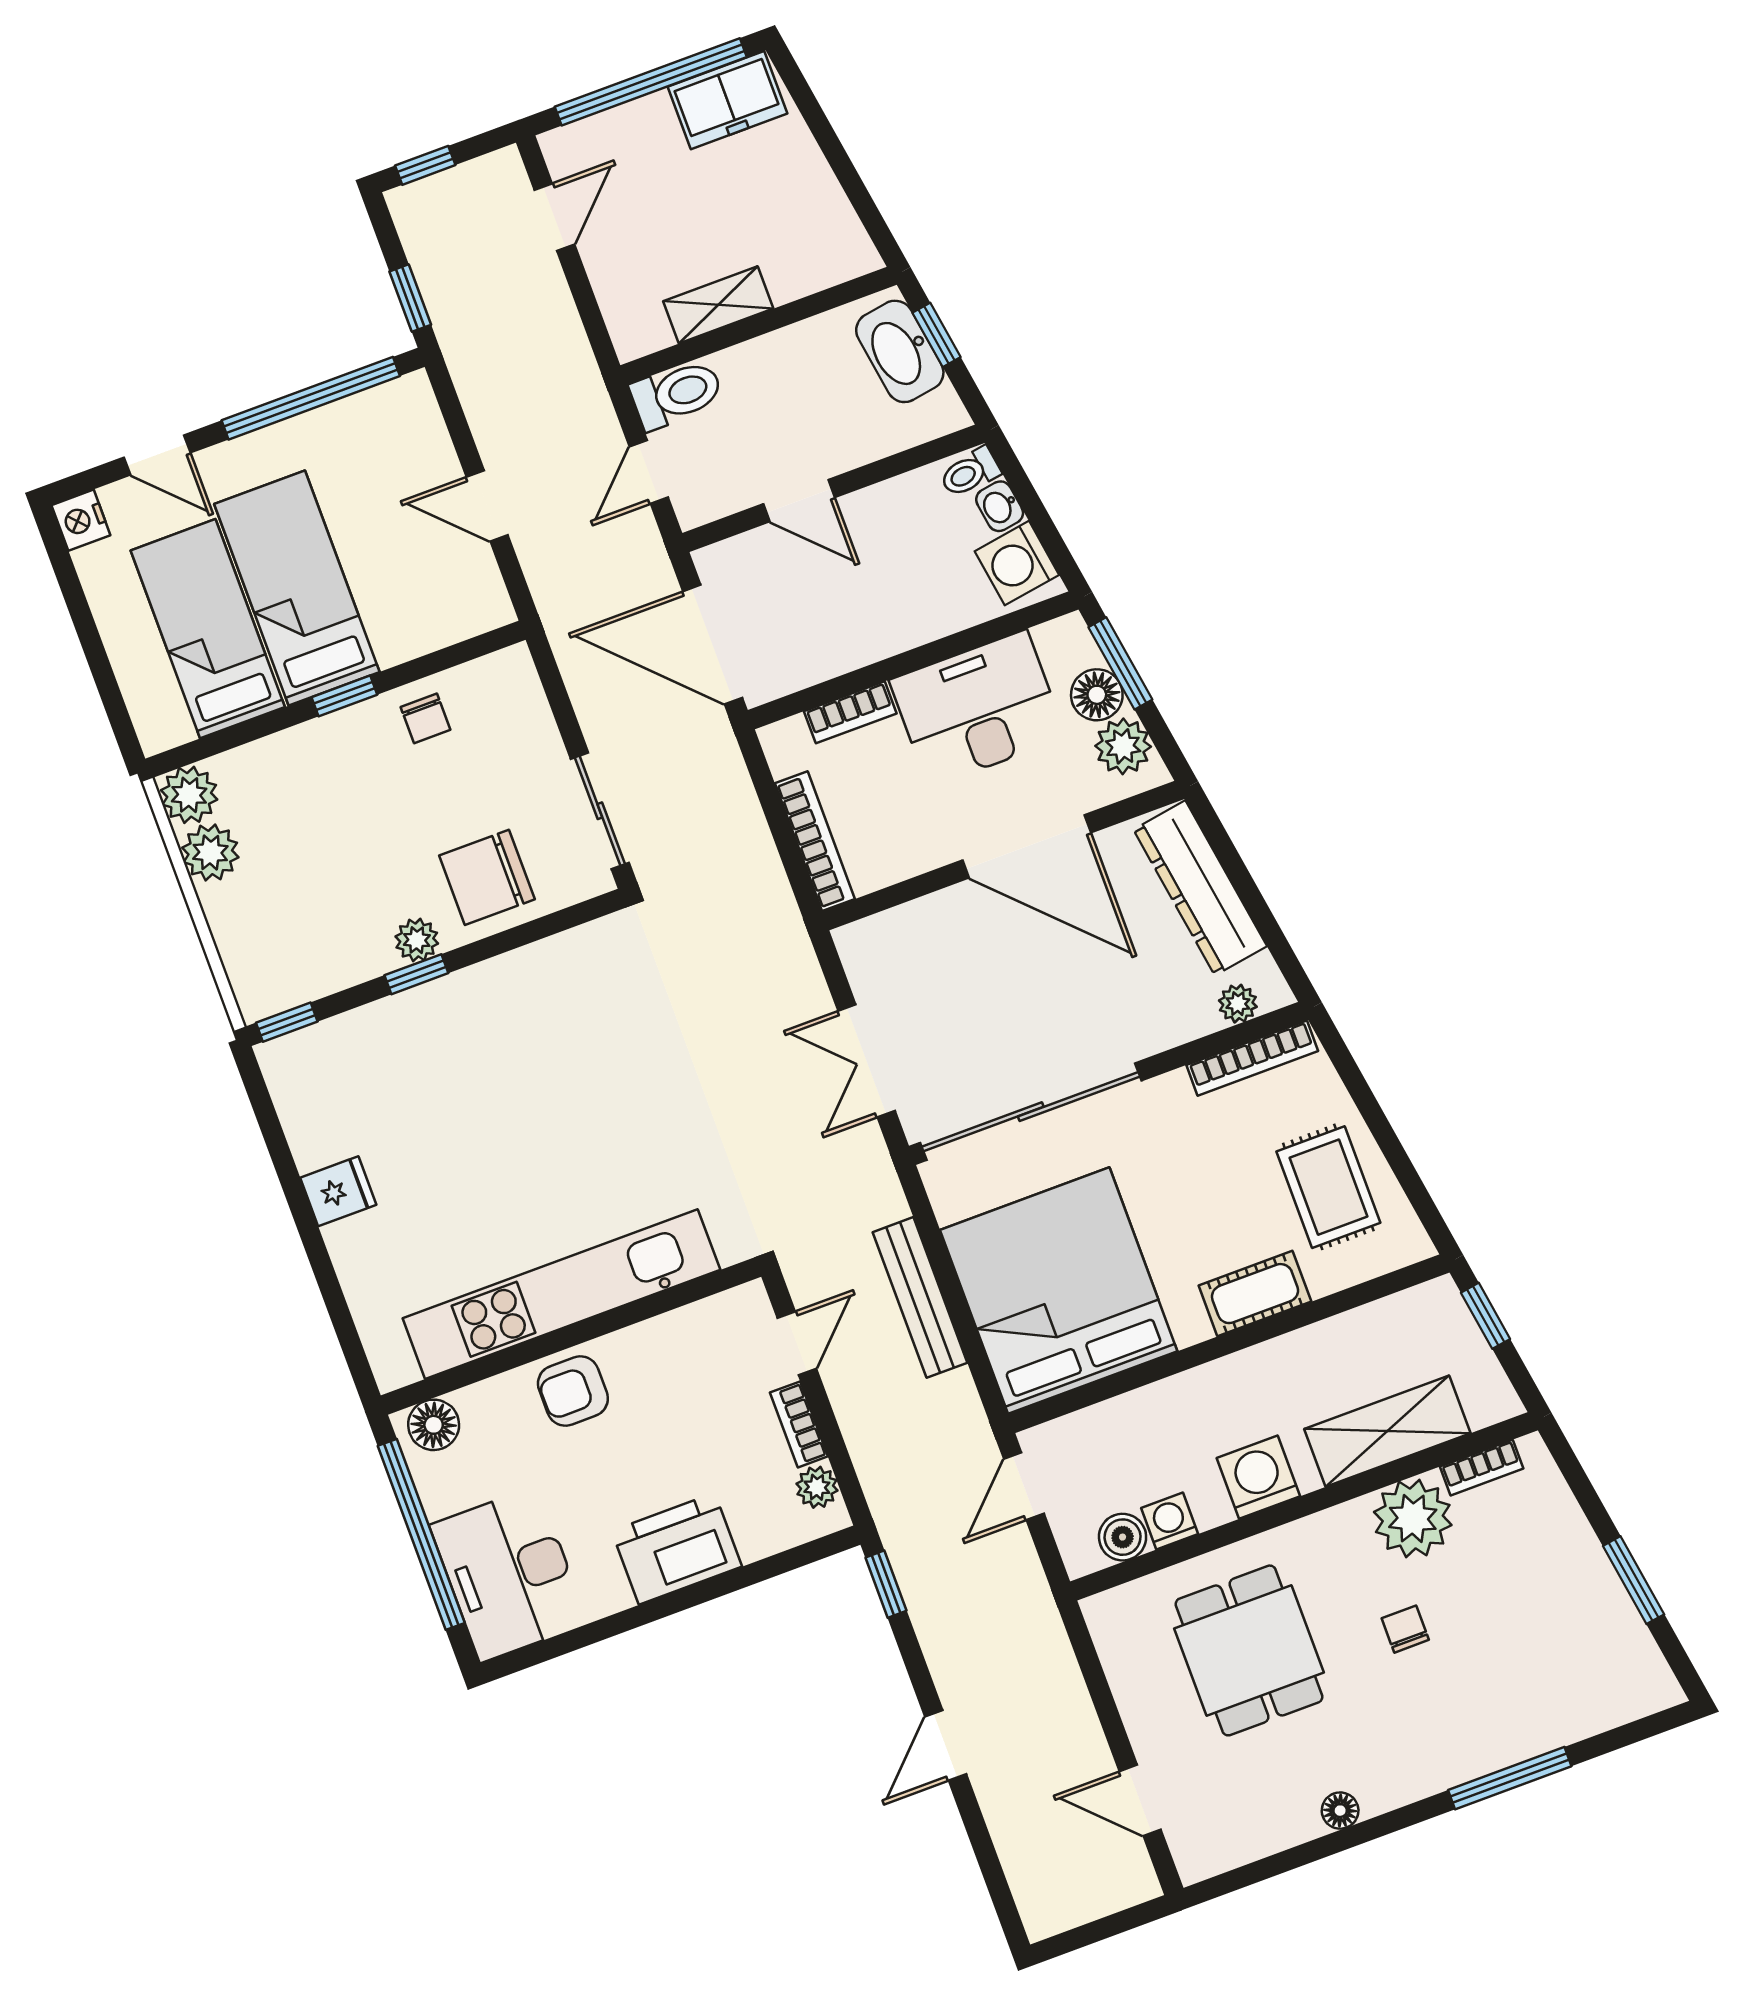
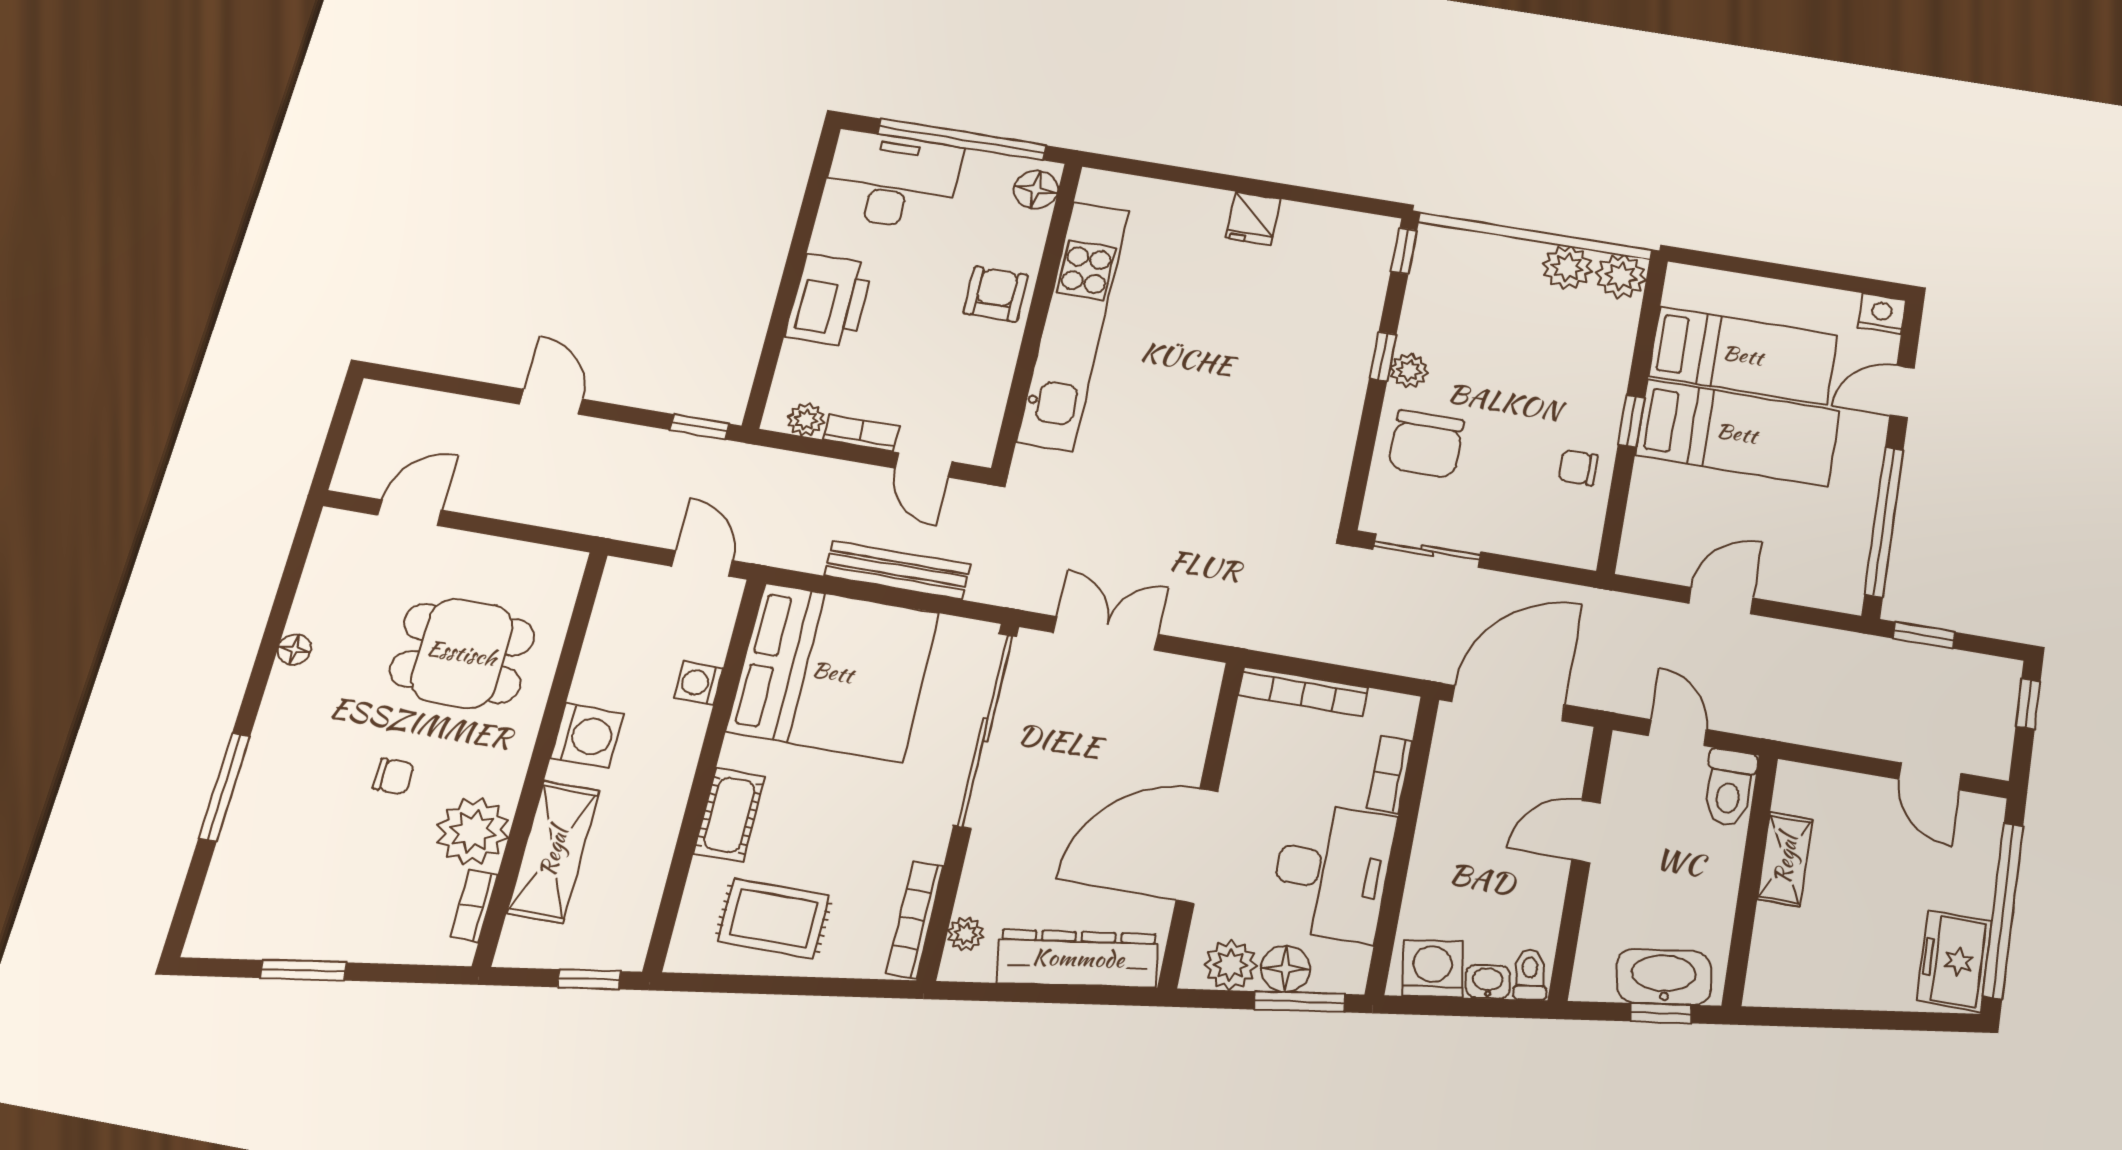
chair: (487, 877) -> (1426, 444), turned 180
washing machine: (1170, 1521) -> (698, 683), moved, turned 180
boiler: (1123, 1537) -> (613, 612), removed

